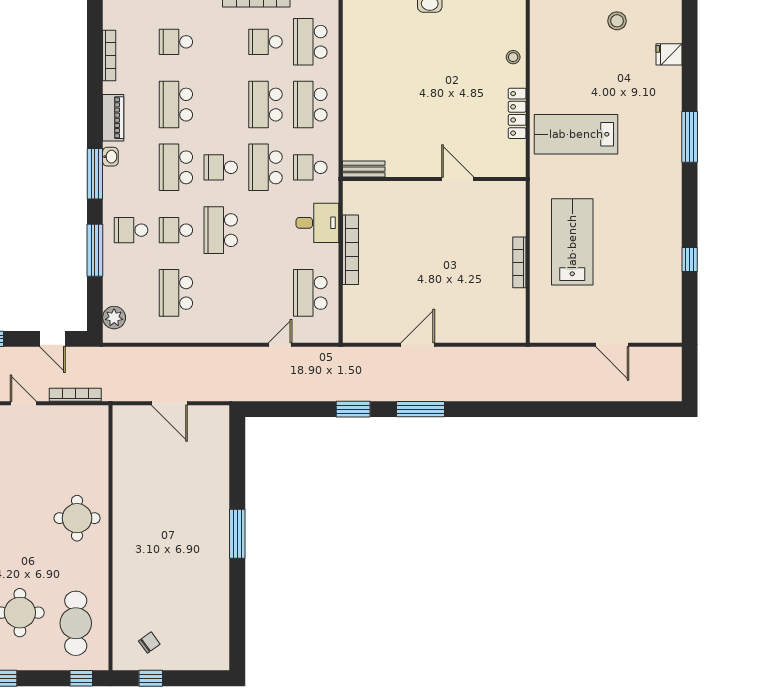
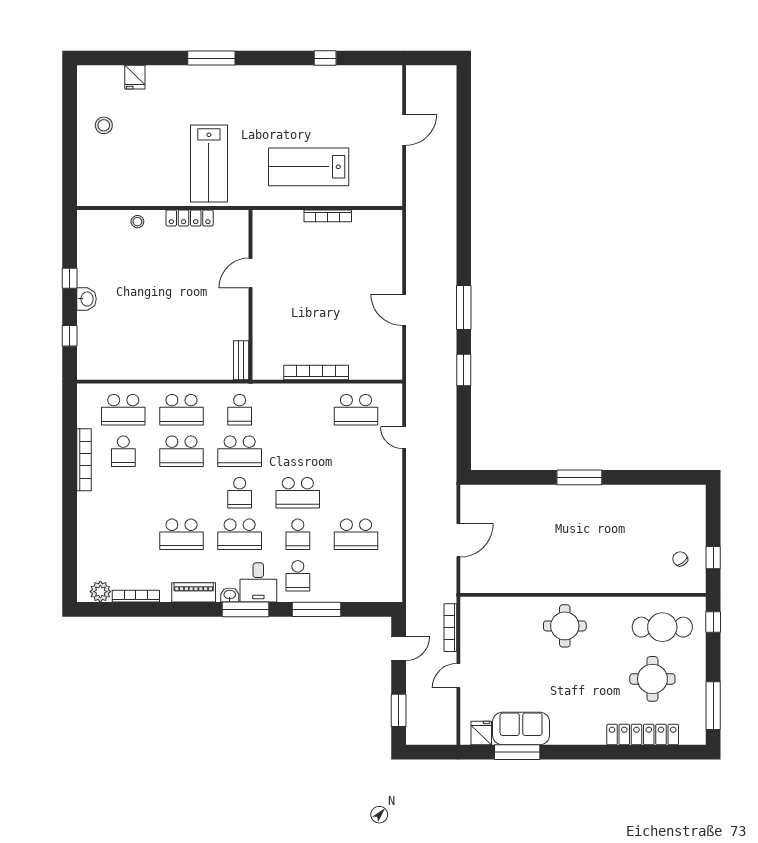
school desk: (176, 42) -> (123, 534), removed
desk: (317, 223) -> (258, 582), moved, turned 180
plant: (114, 318) -> (100, 592), moved

